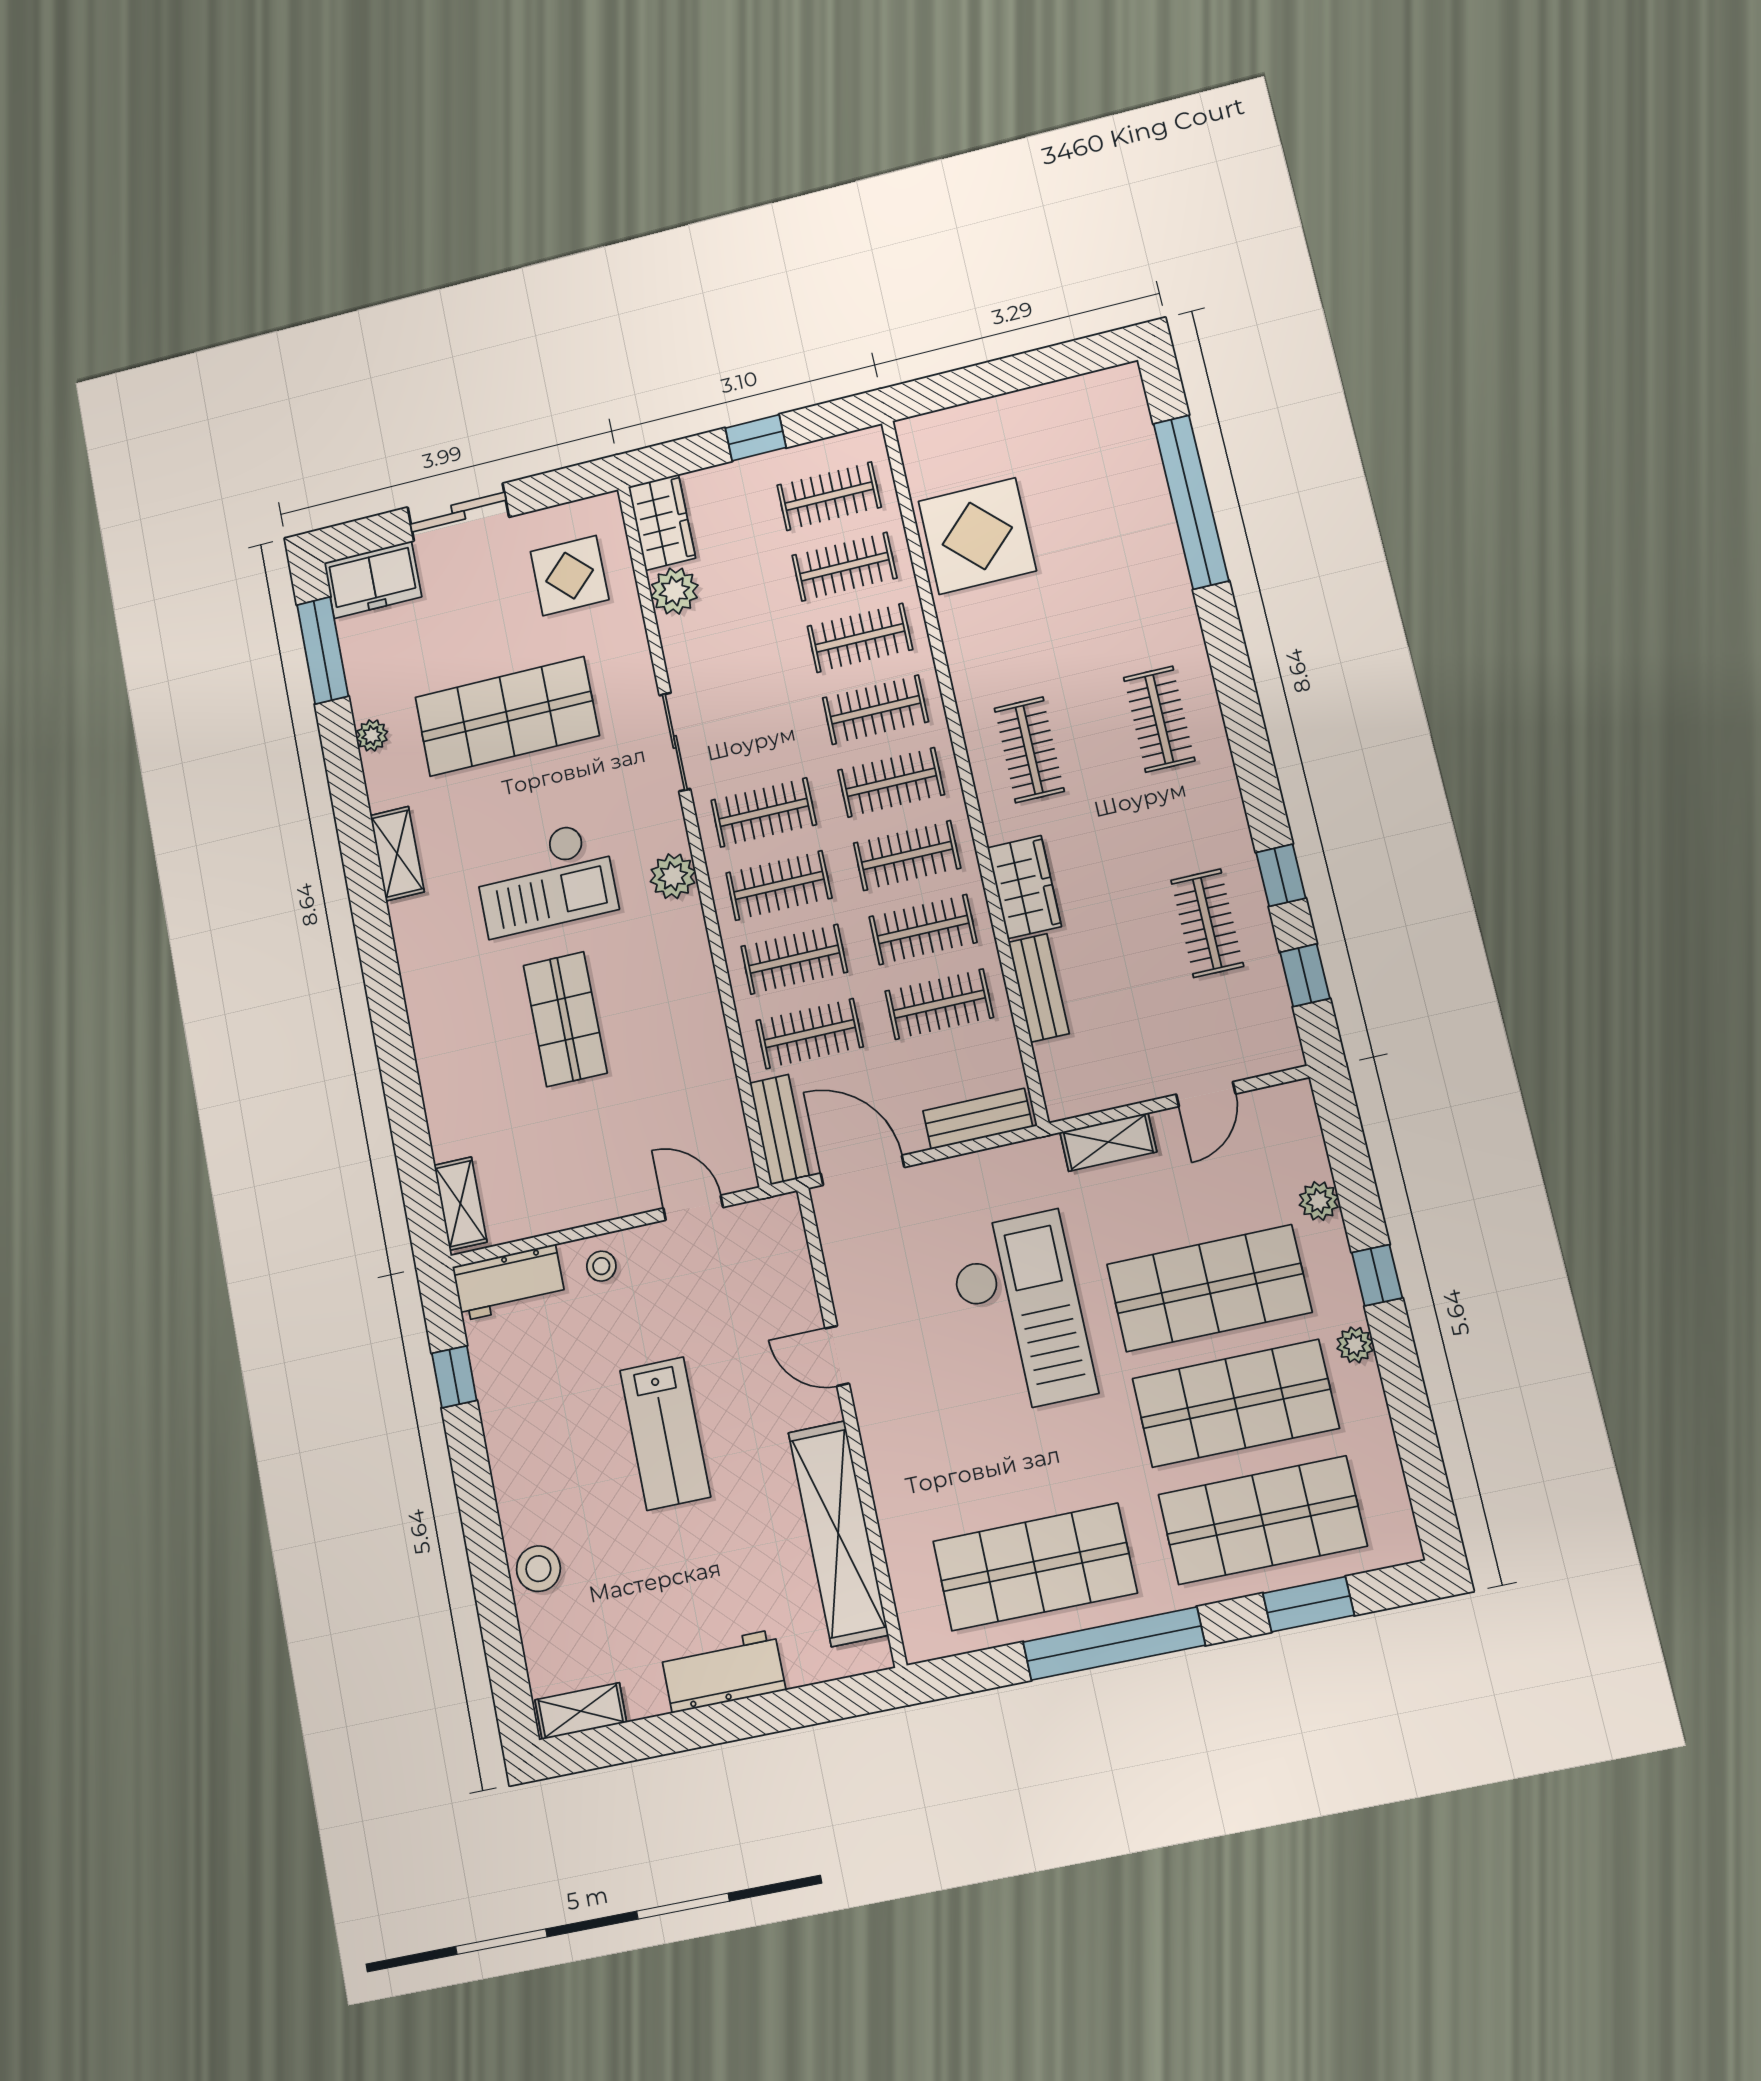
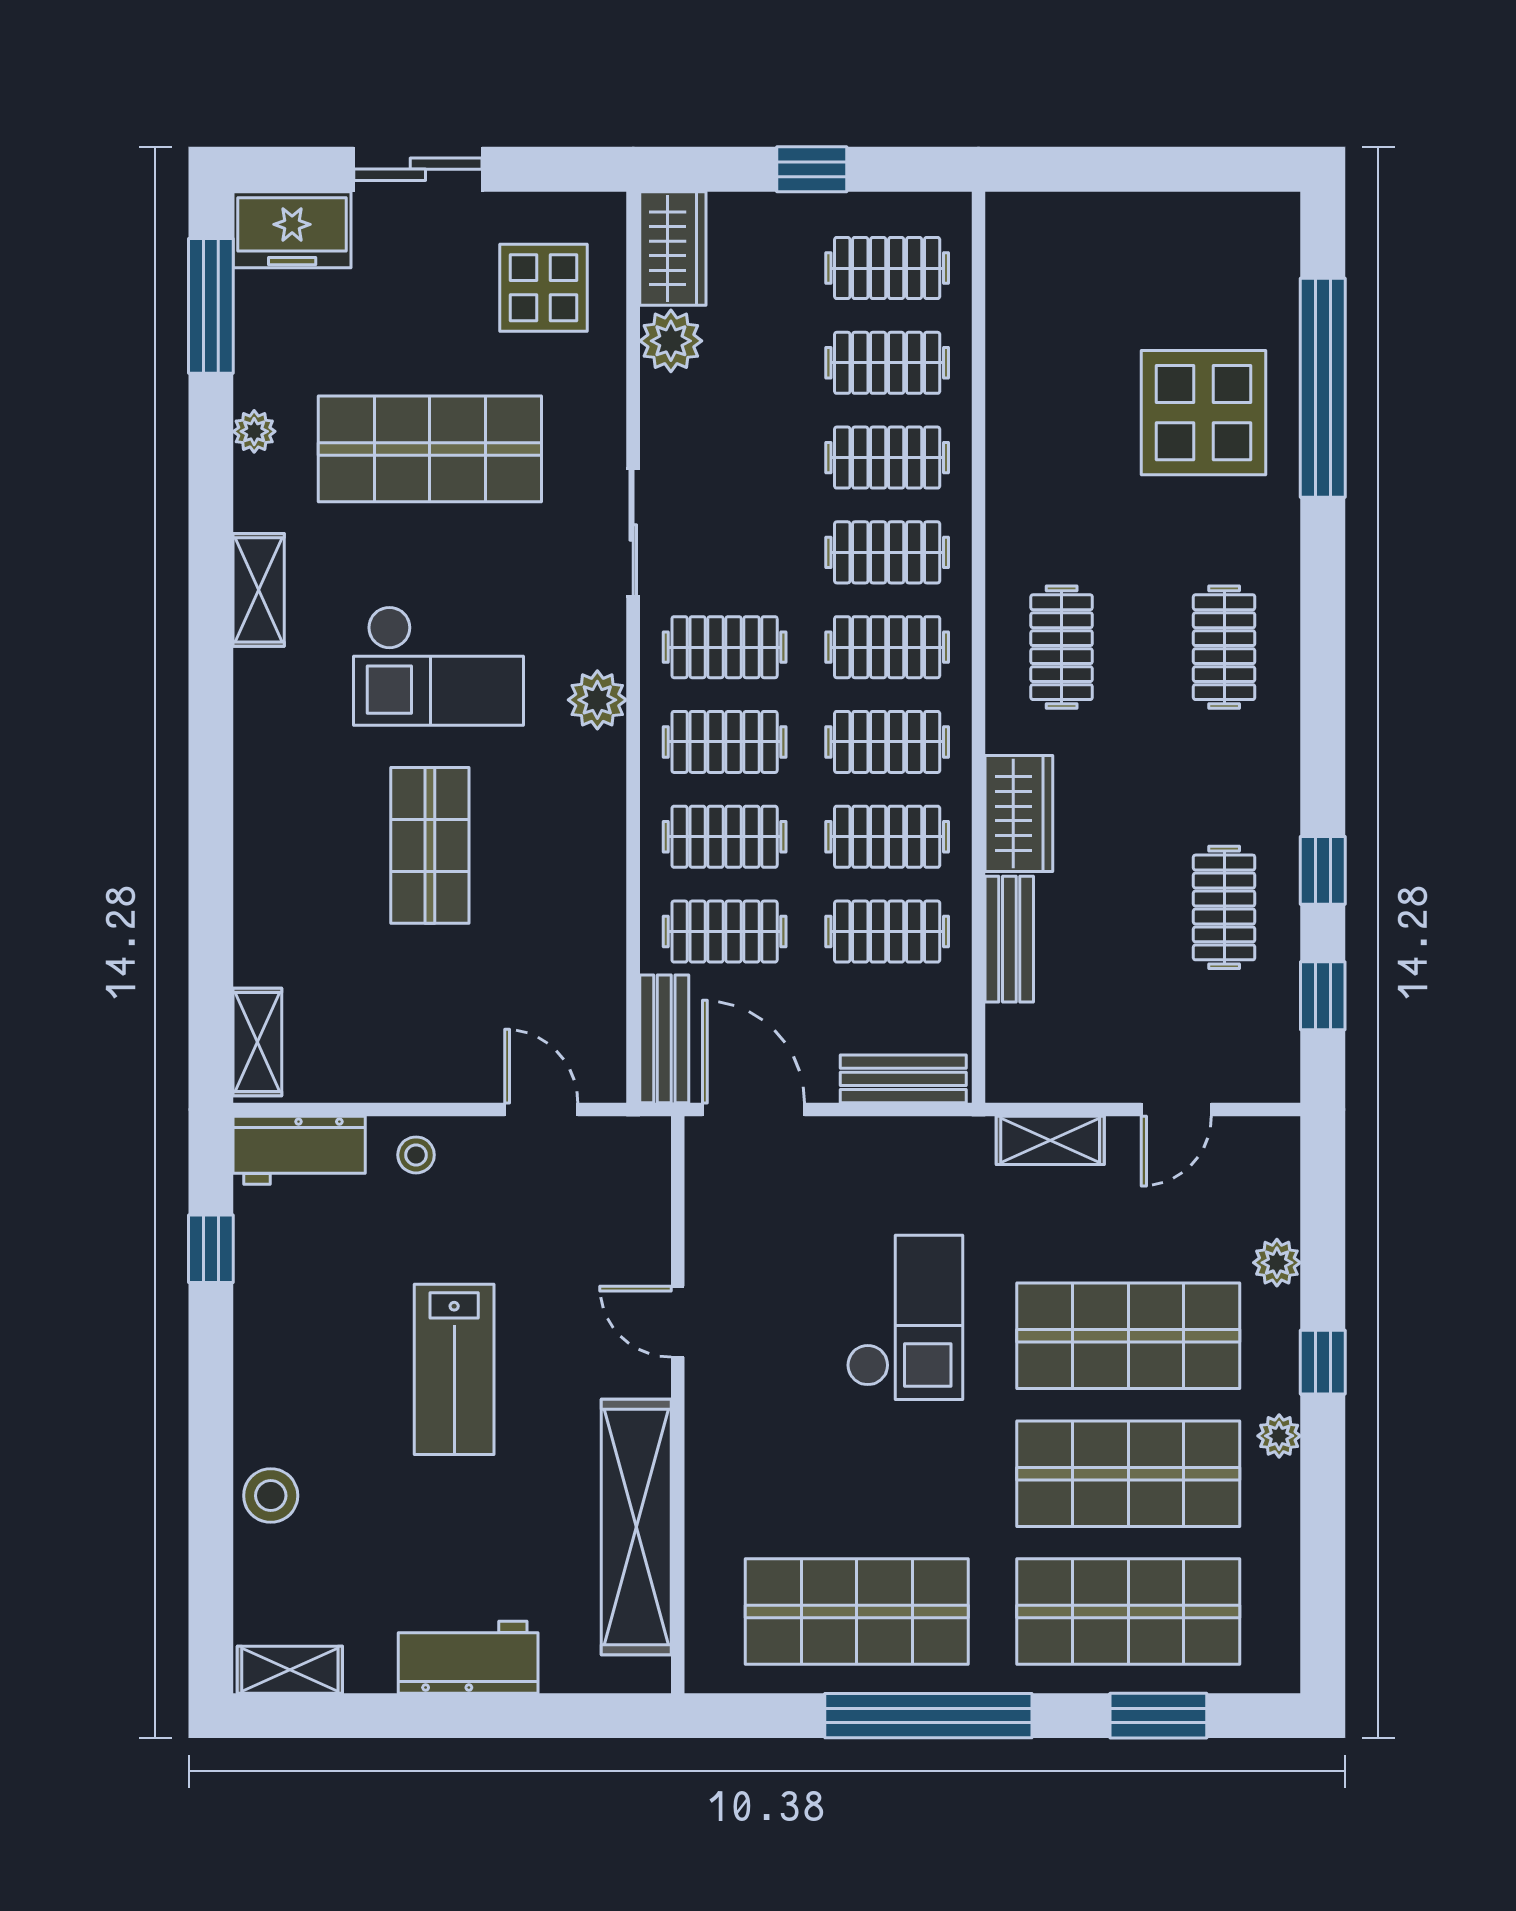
display table: (977, 536) -> (1203, 413), moved
checkout: (1021, 1313) -> (905, 1317), width x0.73, depth x0.83

